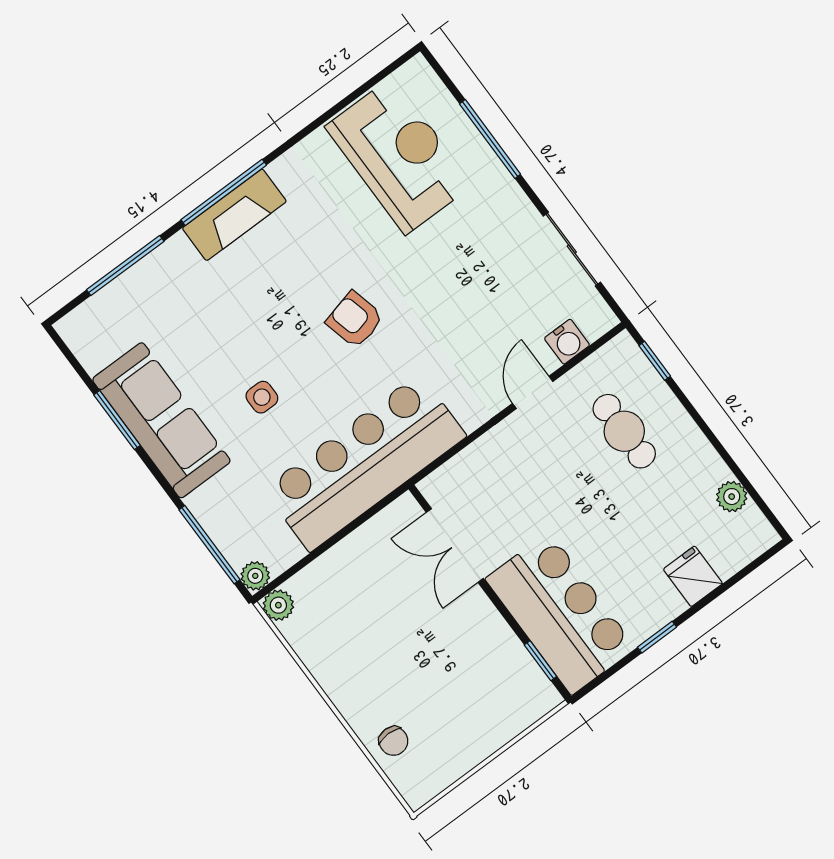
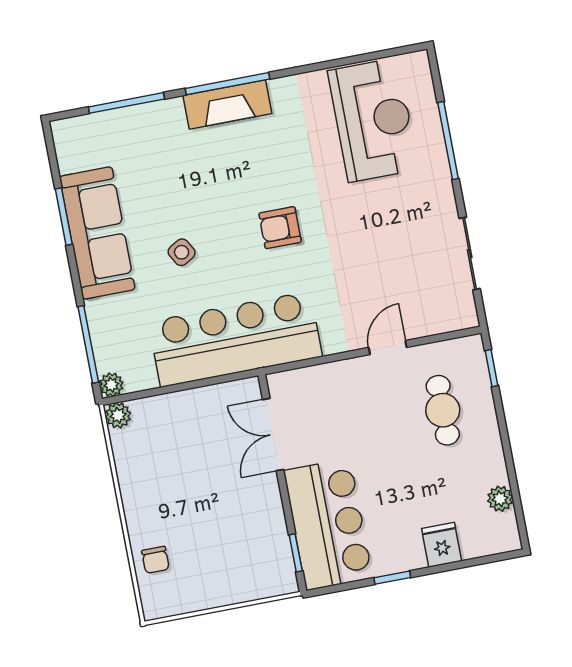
armchair: (355, 320) -> (280, 228), turned -76
water cooler: (567, 342) -> (432, 322), removed
side table: (262, 397) -> (182, 252), turned -30

